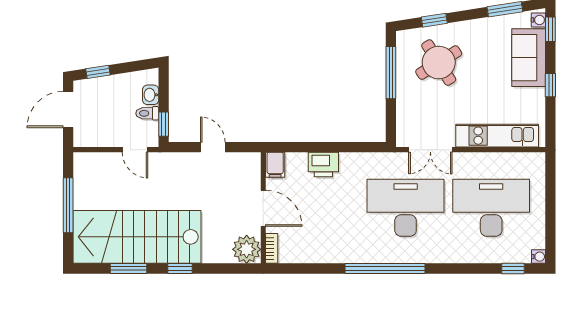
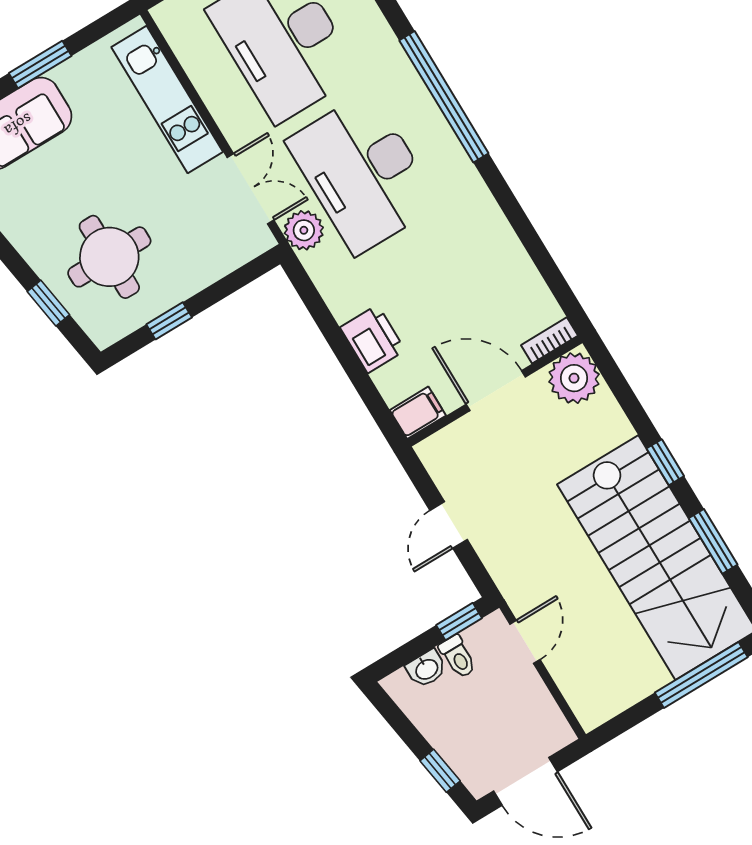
round table: (439, 63) -> (109, 257), turned 32
window: (391, 73) -> (169, 321), width x0.46
window: (550, 85) -> (40, 65), width x1.50
plant: (395, 163) -> (304, 230), added
window: (68, 205) -> (701, 675), moved
door: (263, 208) -> (496, 391), hinge flipped
window: (385, 268) -> (444, 97), moved

